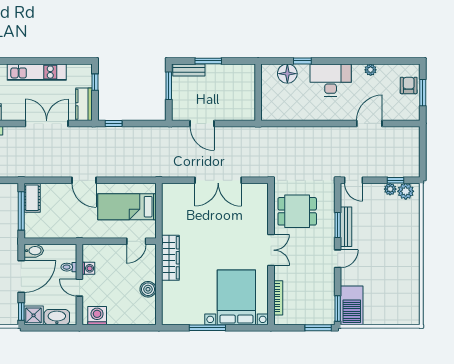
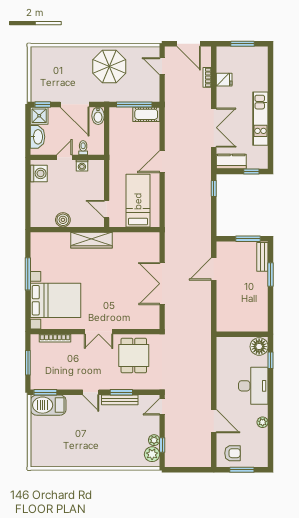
armchair: (409, 85) -> (232, 453), moved
wall: (258, 92) -> (242, 334), moved
window: (318, 328) -> (28, 363), moved

